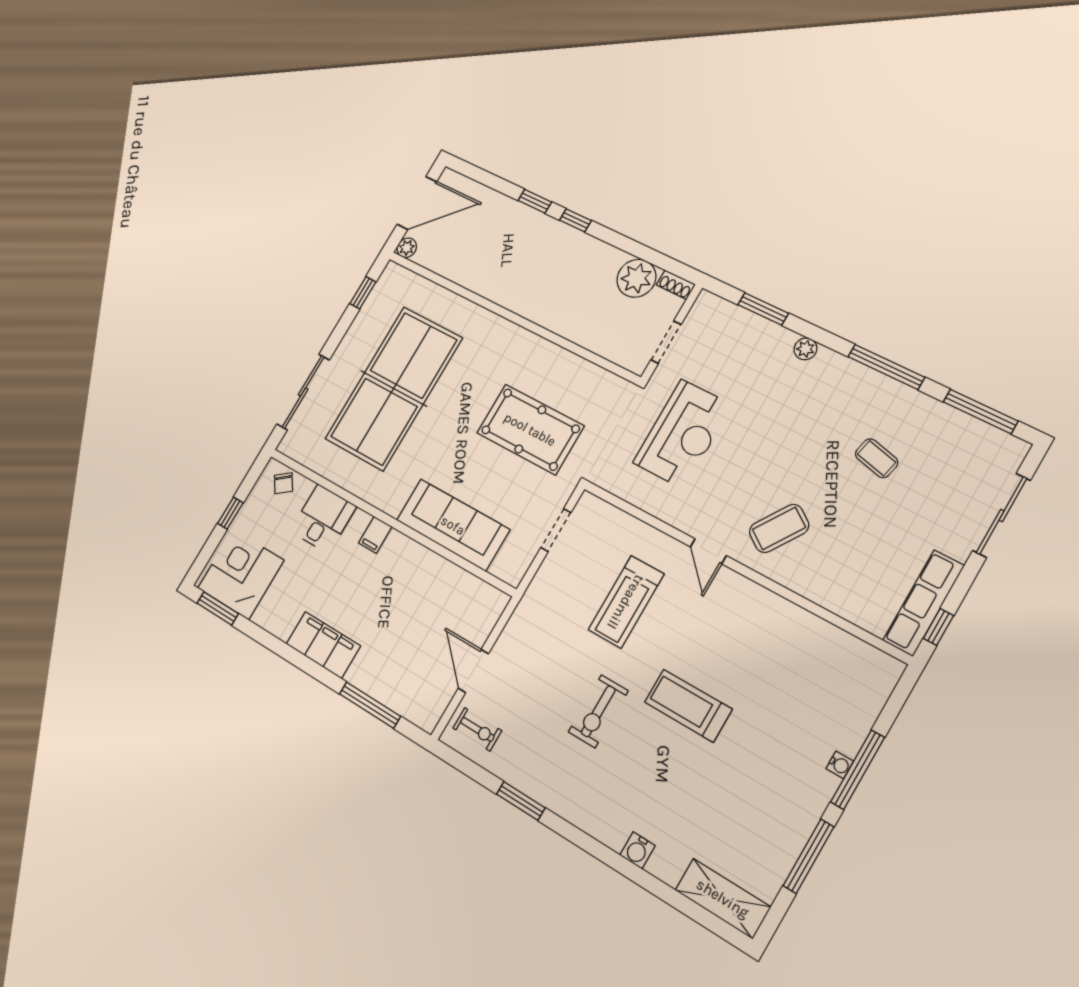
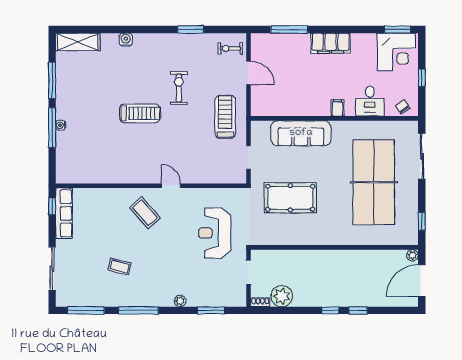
coffee table: (779, 528) -> (145, 213), turned -75
treadmill: (626, 602) -> (225, 117), moved

